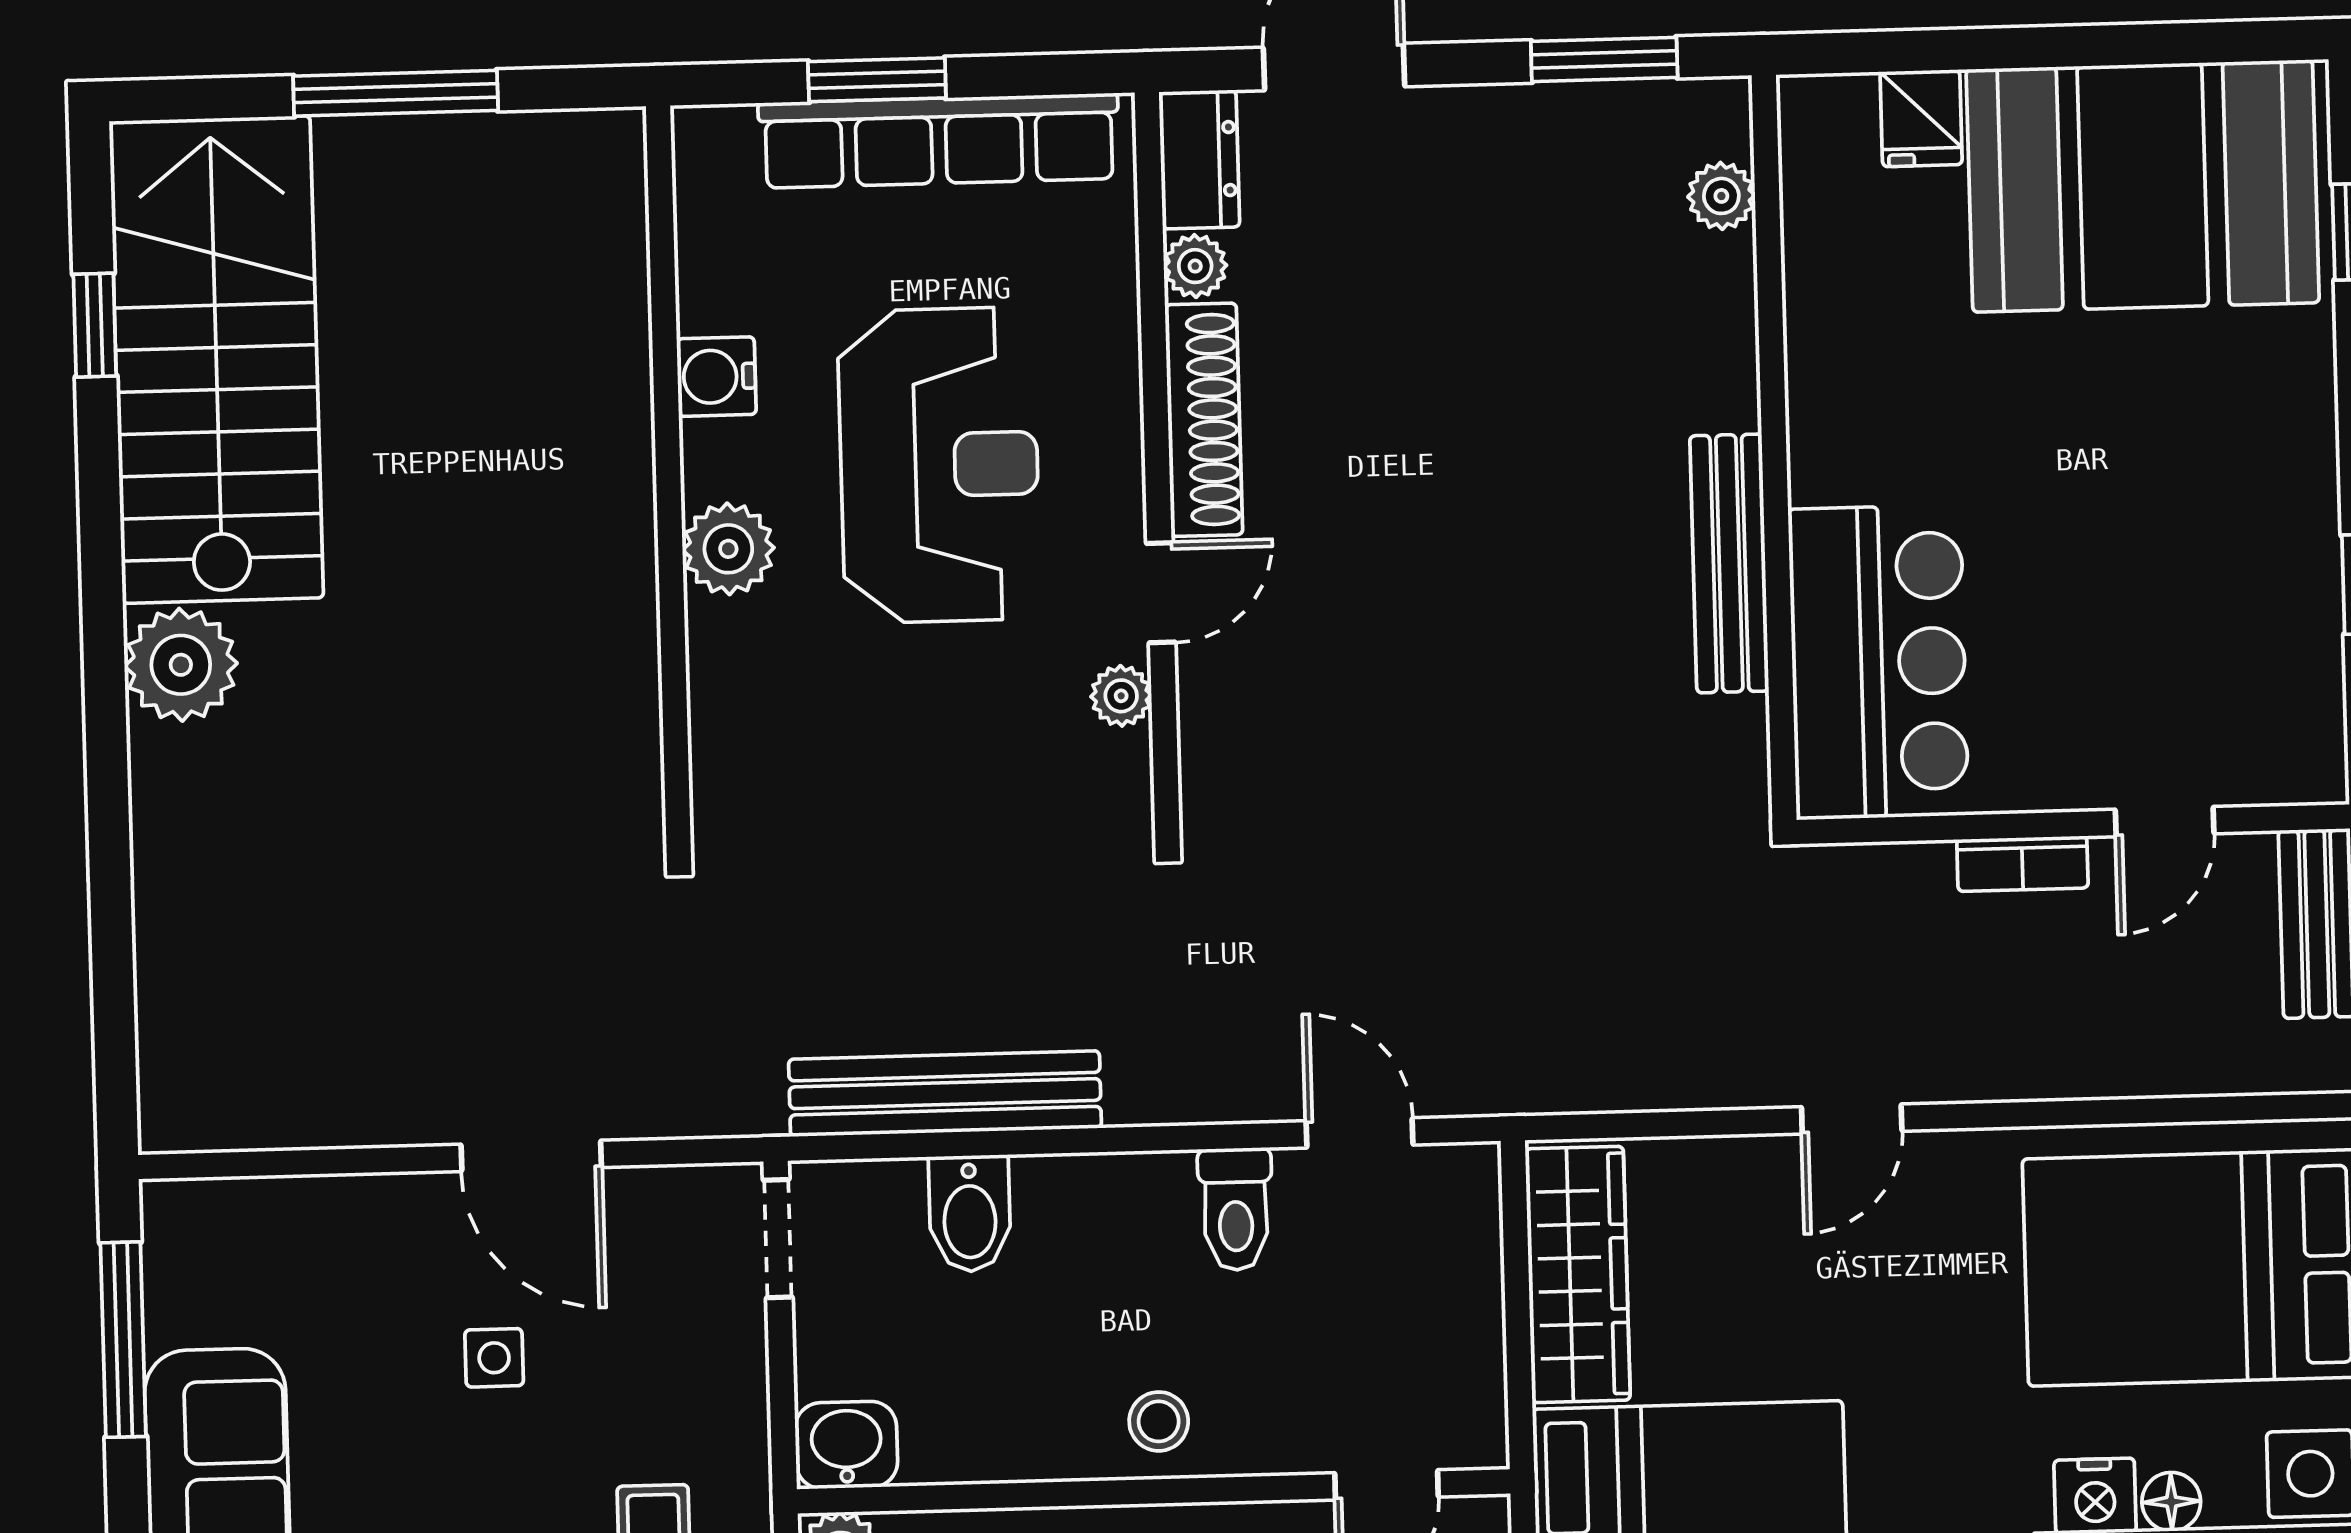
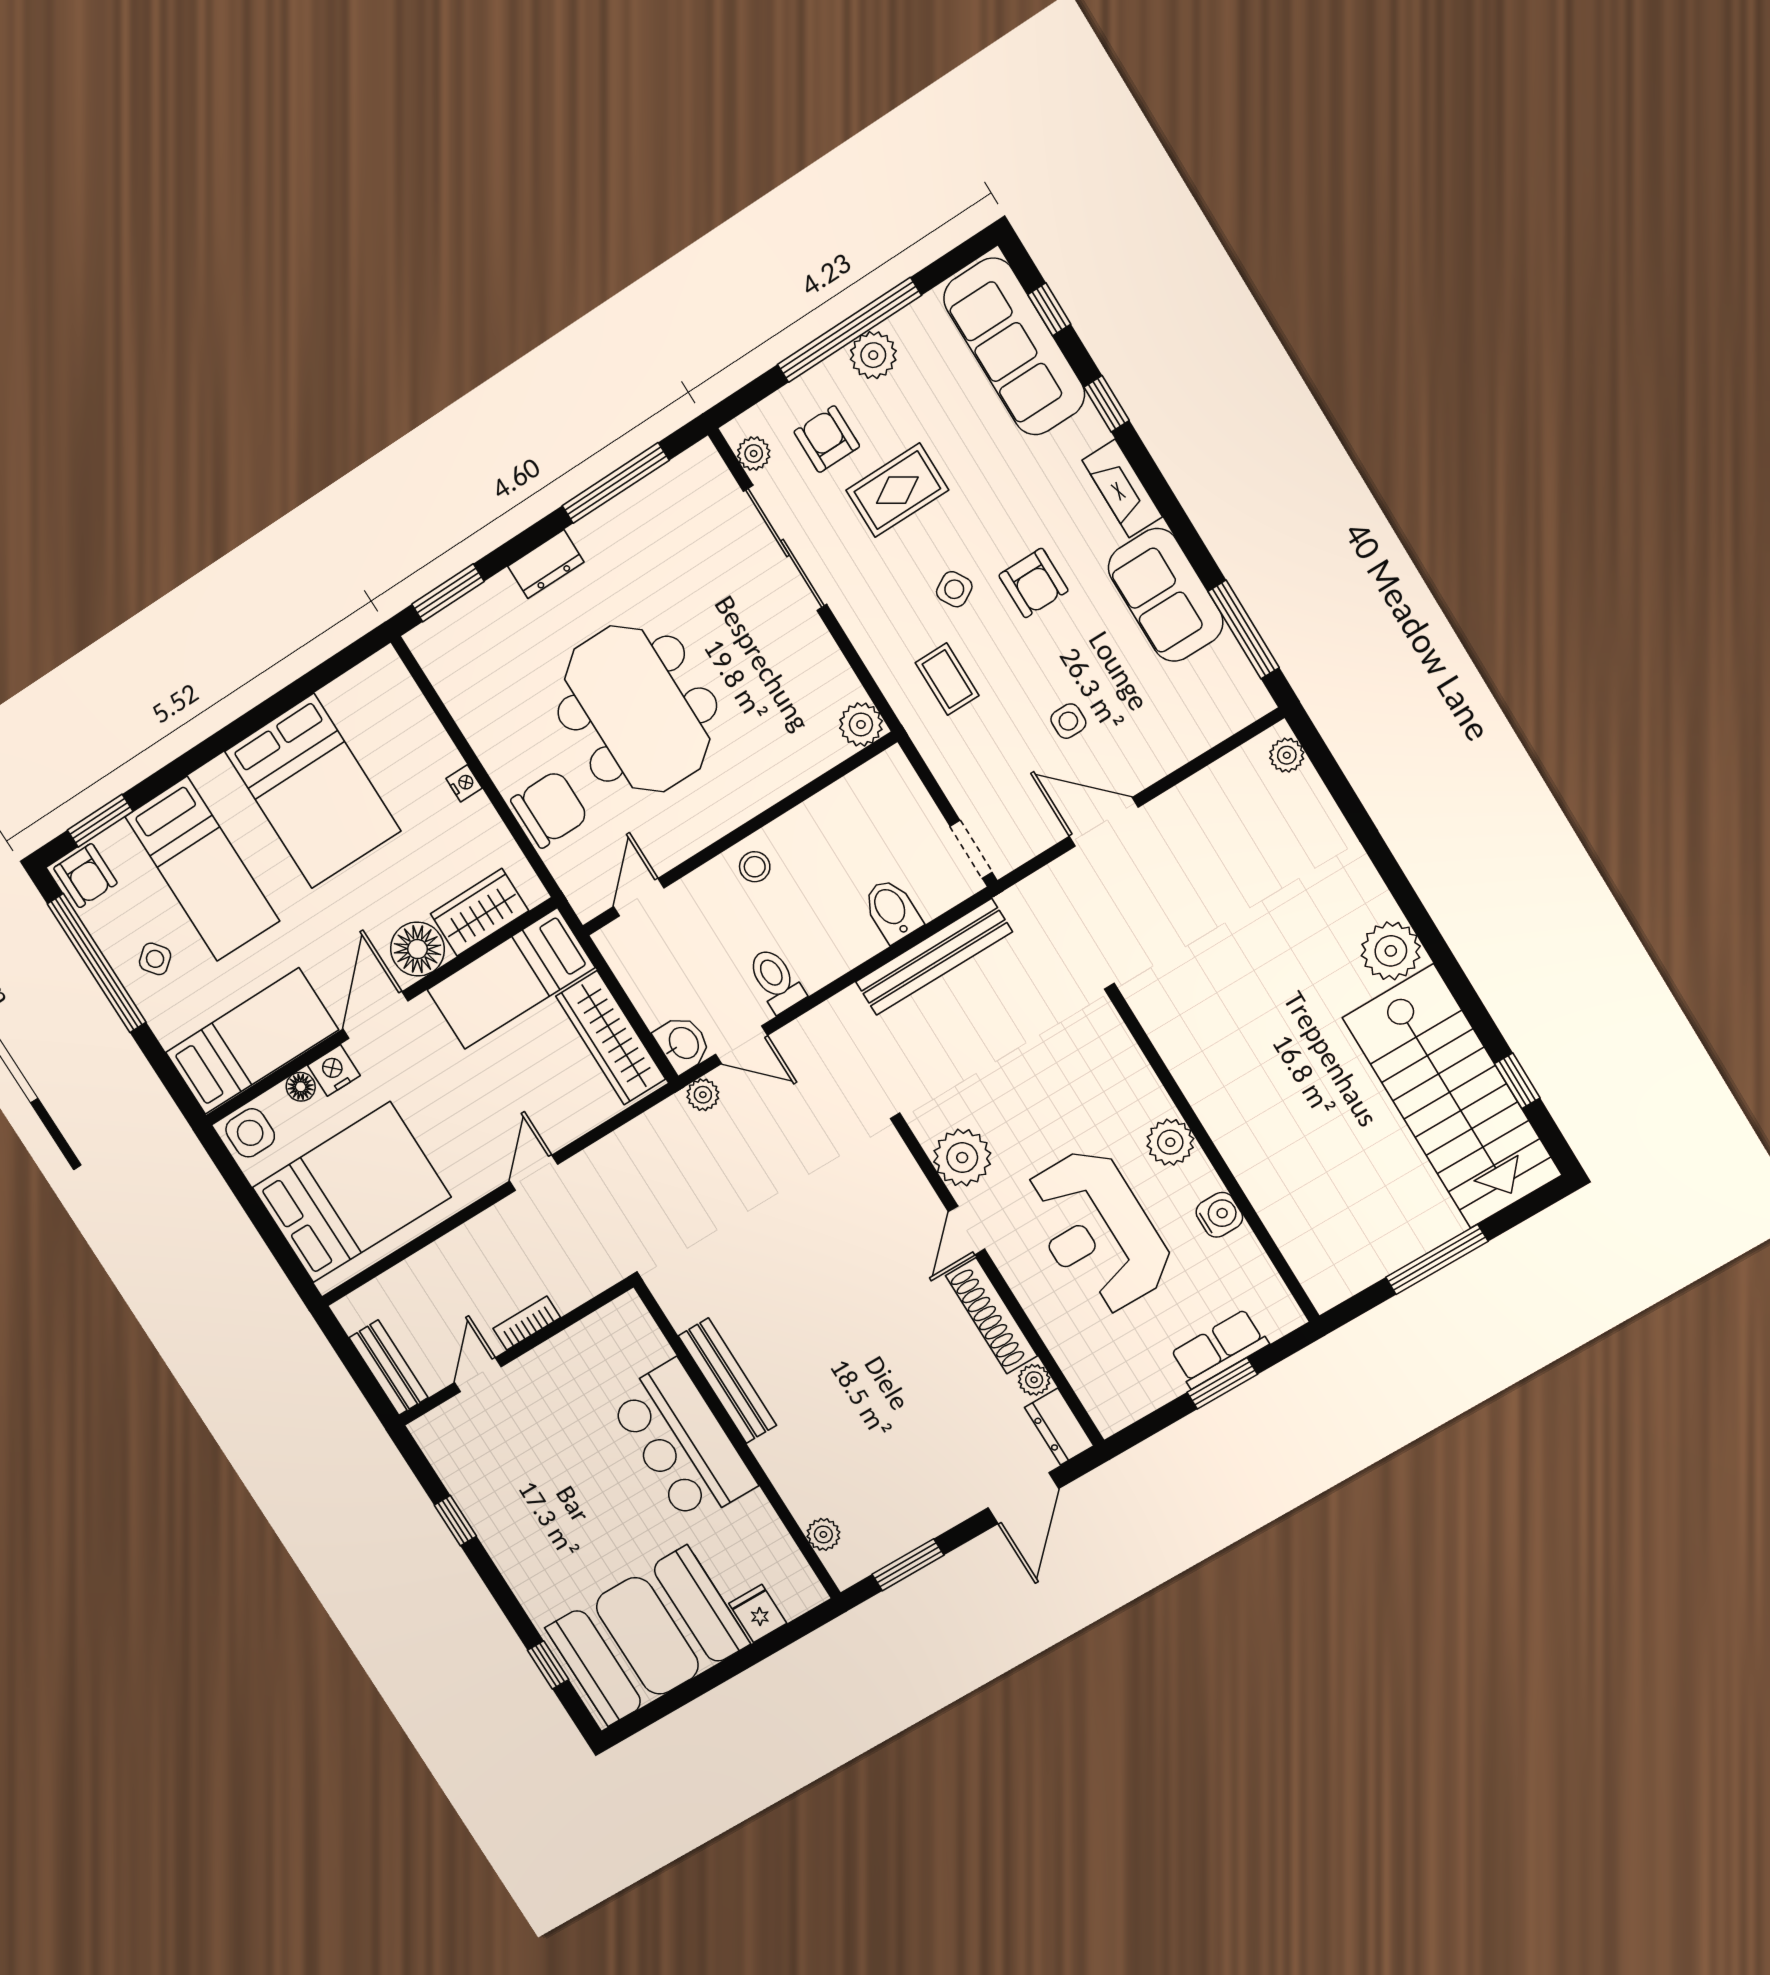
row of seats: (939, 141) -> (1219, 1349), width x0.50
bar counter: (1878, 662) -> (682, 1442), moved
plant: (1121, 696) -> (962, 1158), width x1.88, depth x1.88
plant: (1477, 1085) -> (703, 1095), added
plant: (169, 1091) -> (1287, 755), added
washbasin: (846, 1445) -> (683, 1044), moved, turned -90

